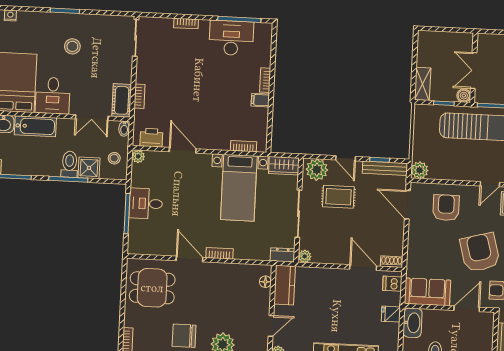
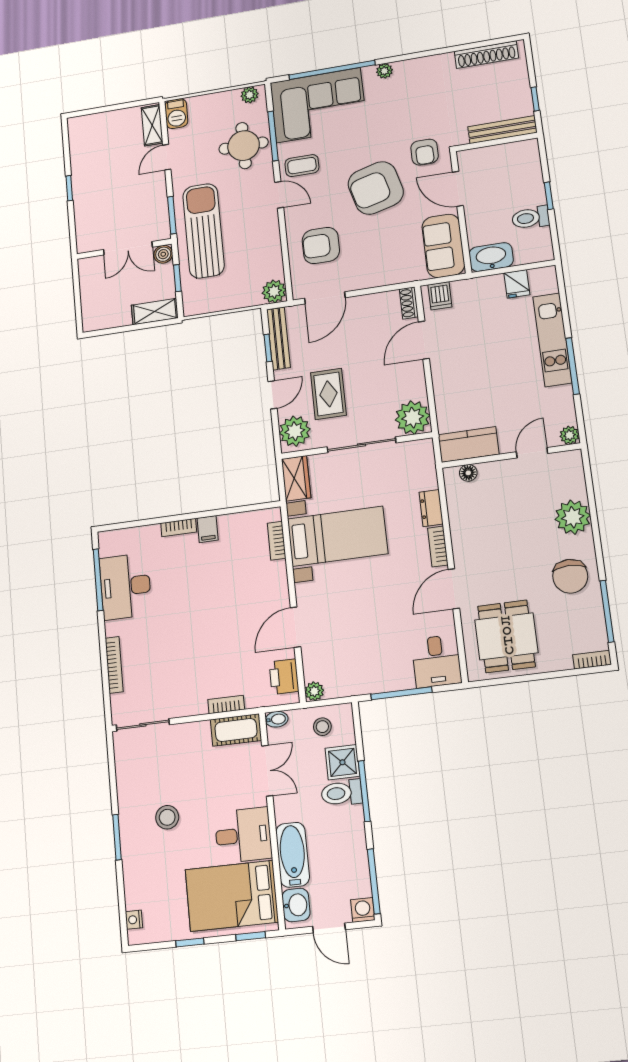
bookcase: (186, 24) -> (114, 665), width x1.56
desk: (146, 204) -> (436, 661), moved
dresser: (282, 255) -> (431, 508), moved
plant: (305, 256) -> (413, 418), width x1.88, depth x1.88
fridge: (391, 314) -> (517, 284), moved
door: (271, 326) -> (532, 453), hinge flipped

